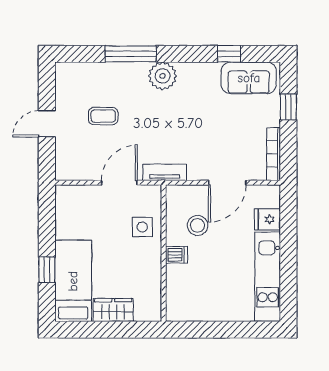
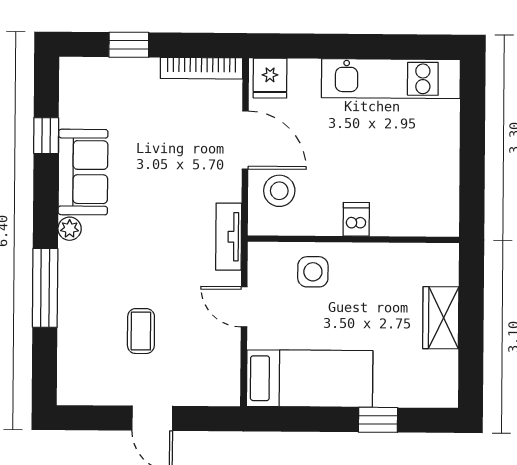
plant: (163, 76) -> (70, 229), width x0.53, depth x0.53
sofa: (249, 78) -> (83, 172), moved
door: (119, 183) -> (244, 307), width x0.73
fridge: (267, 219) -> (270, 78), moved
stool: (197, 225) -> (279, 191), moved
bed: (73, 281) -> (310, 379), moved, turned 180

